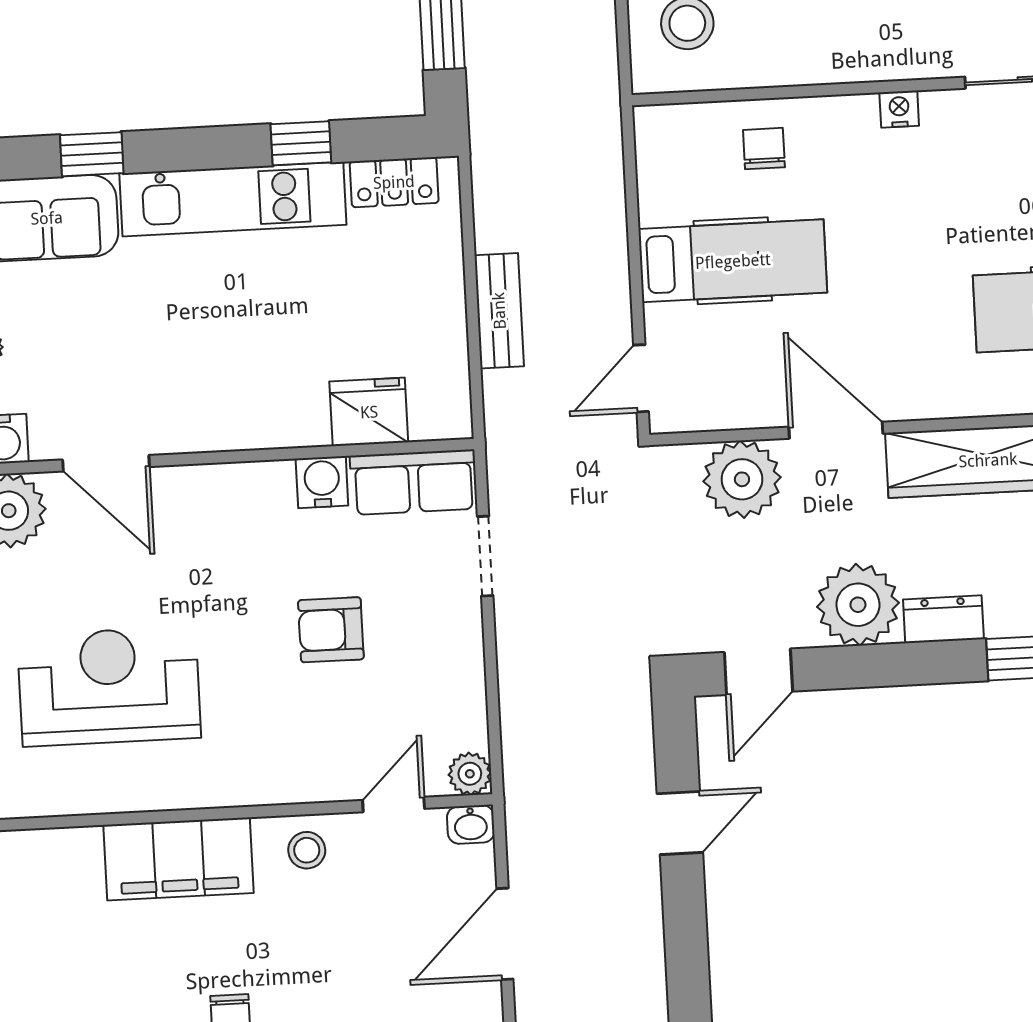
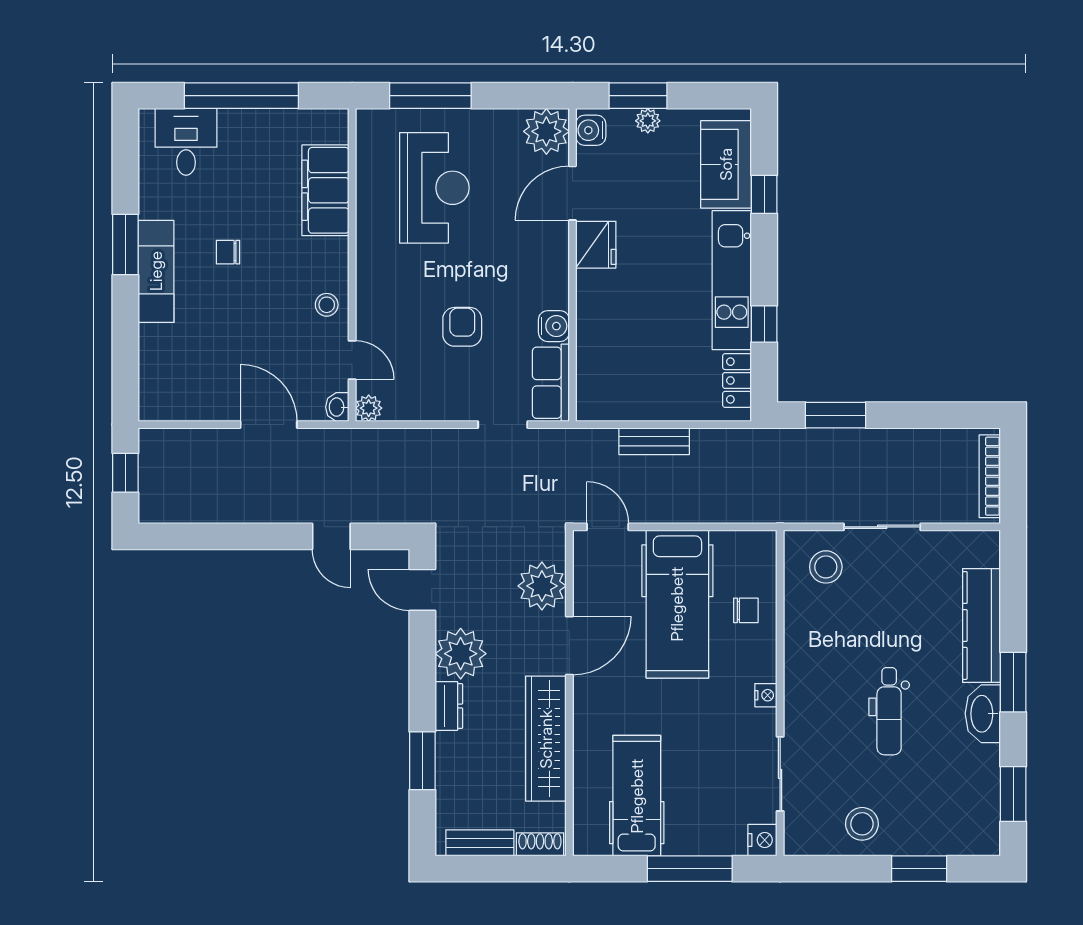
hospital bed: (733, 261) -> (677, 604), width x1.37, depth x1.29
fridge: (369, 412) -> (596, 245), moved
filing cabinet: (179, 859) -> (325, 190), moved

